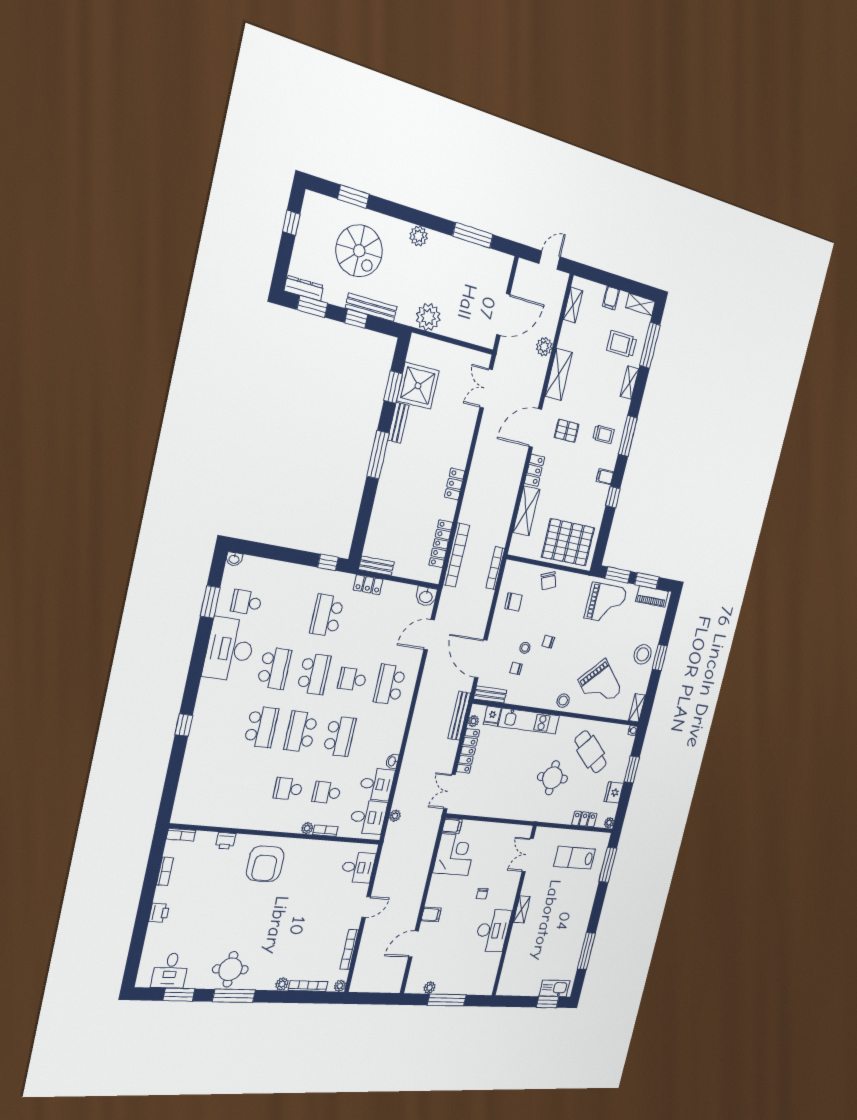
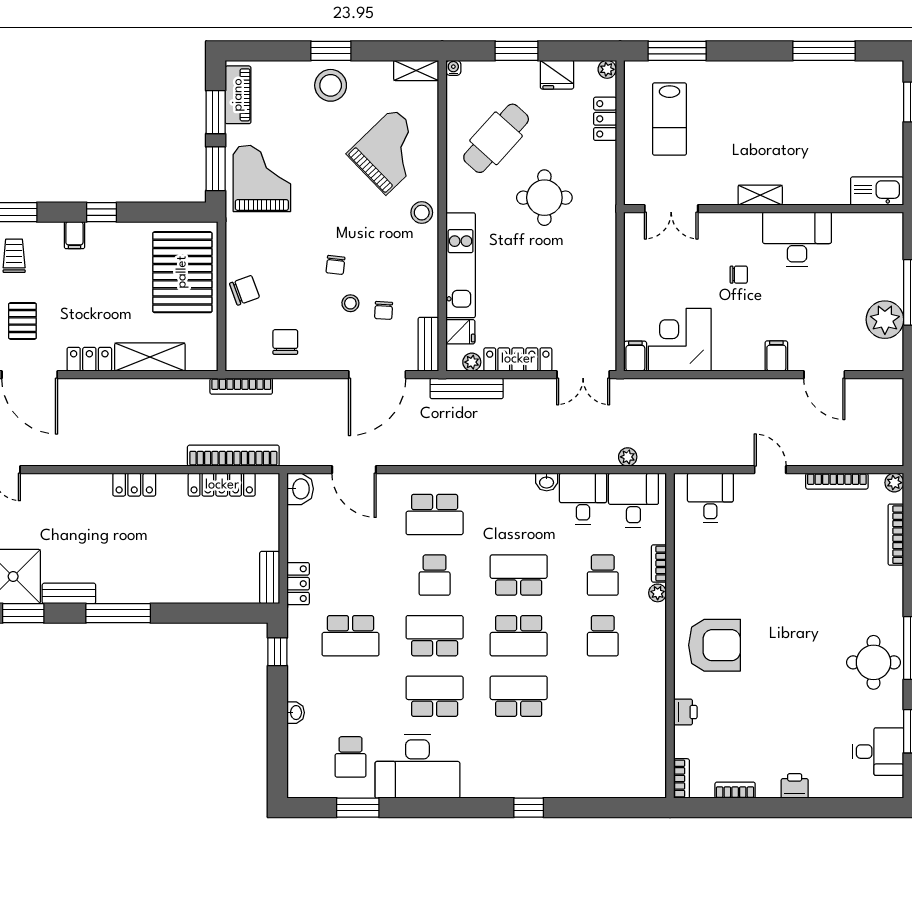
washbasin: (234, 559) -> (296, 713), moved
plant: (282, 984) -> (894, 577), removed
plant: (430, 988) -> (885, 320), width x1.87, depth x1.87
kitchen sink: (555, 988) -> (877, 191), moved, turned 90

